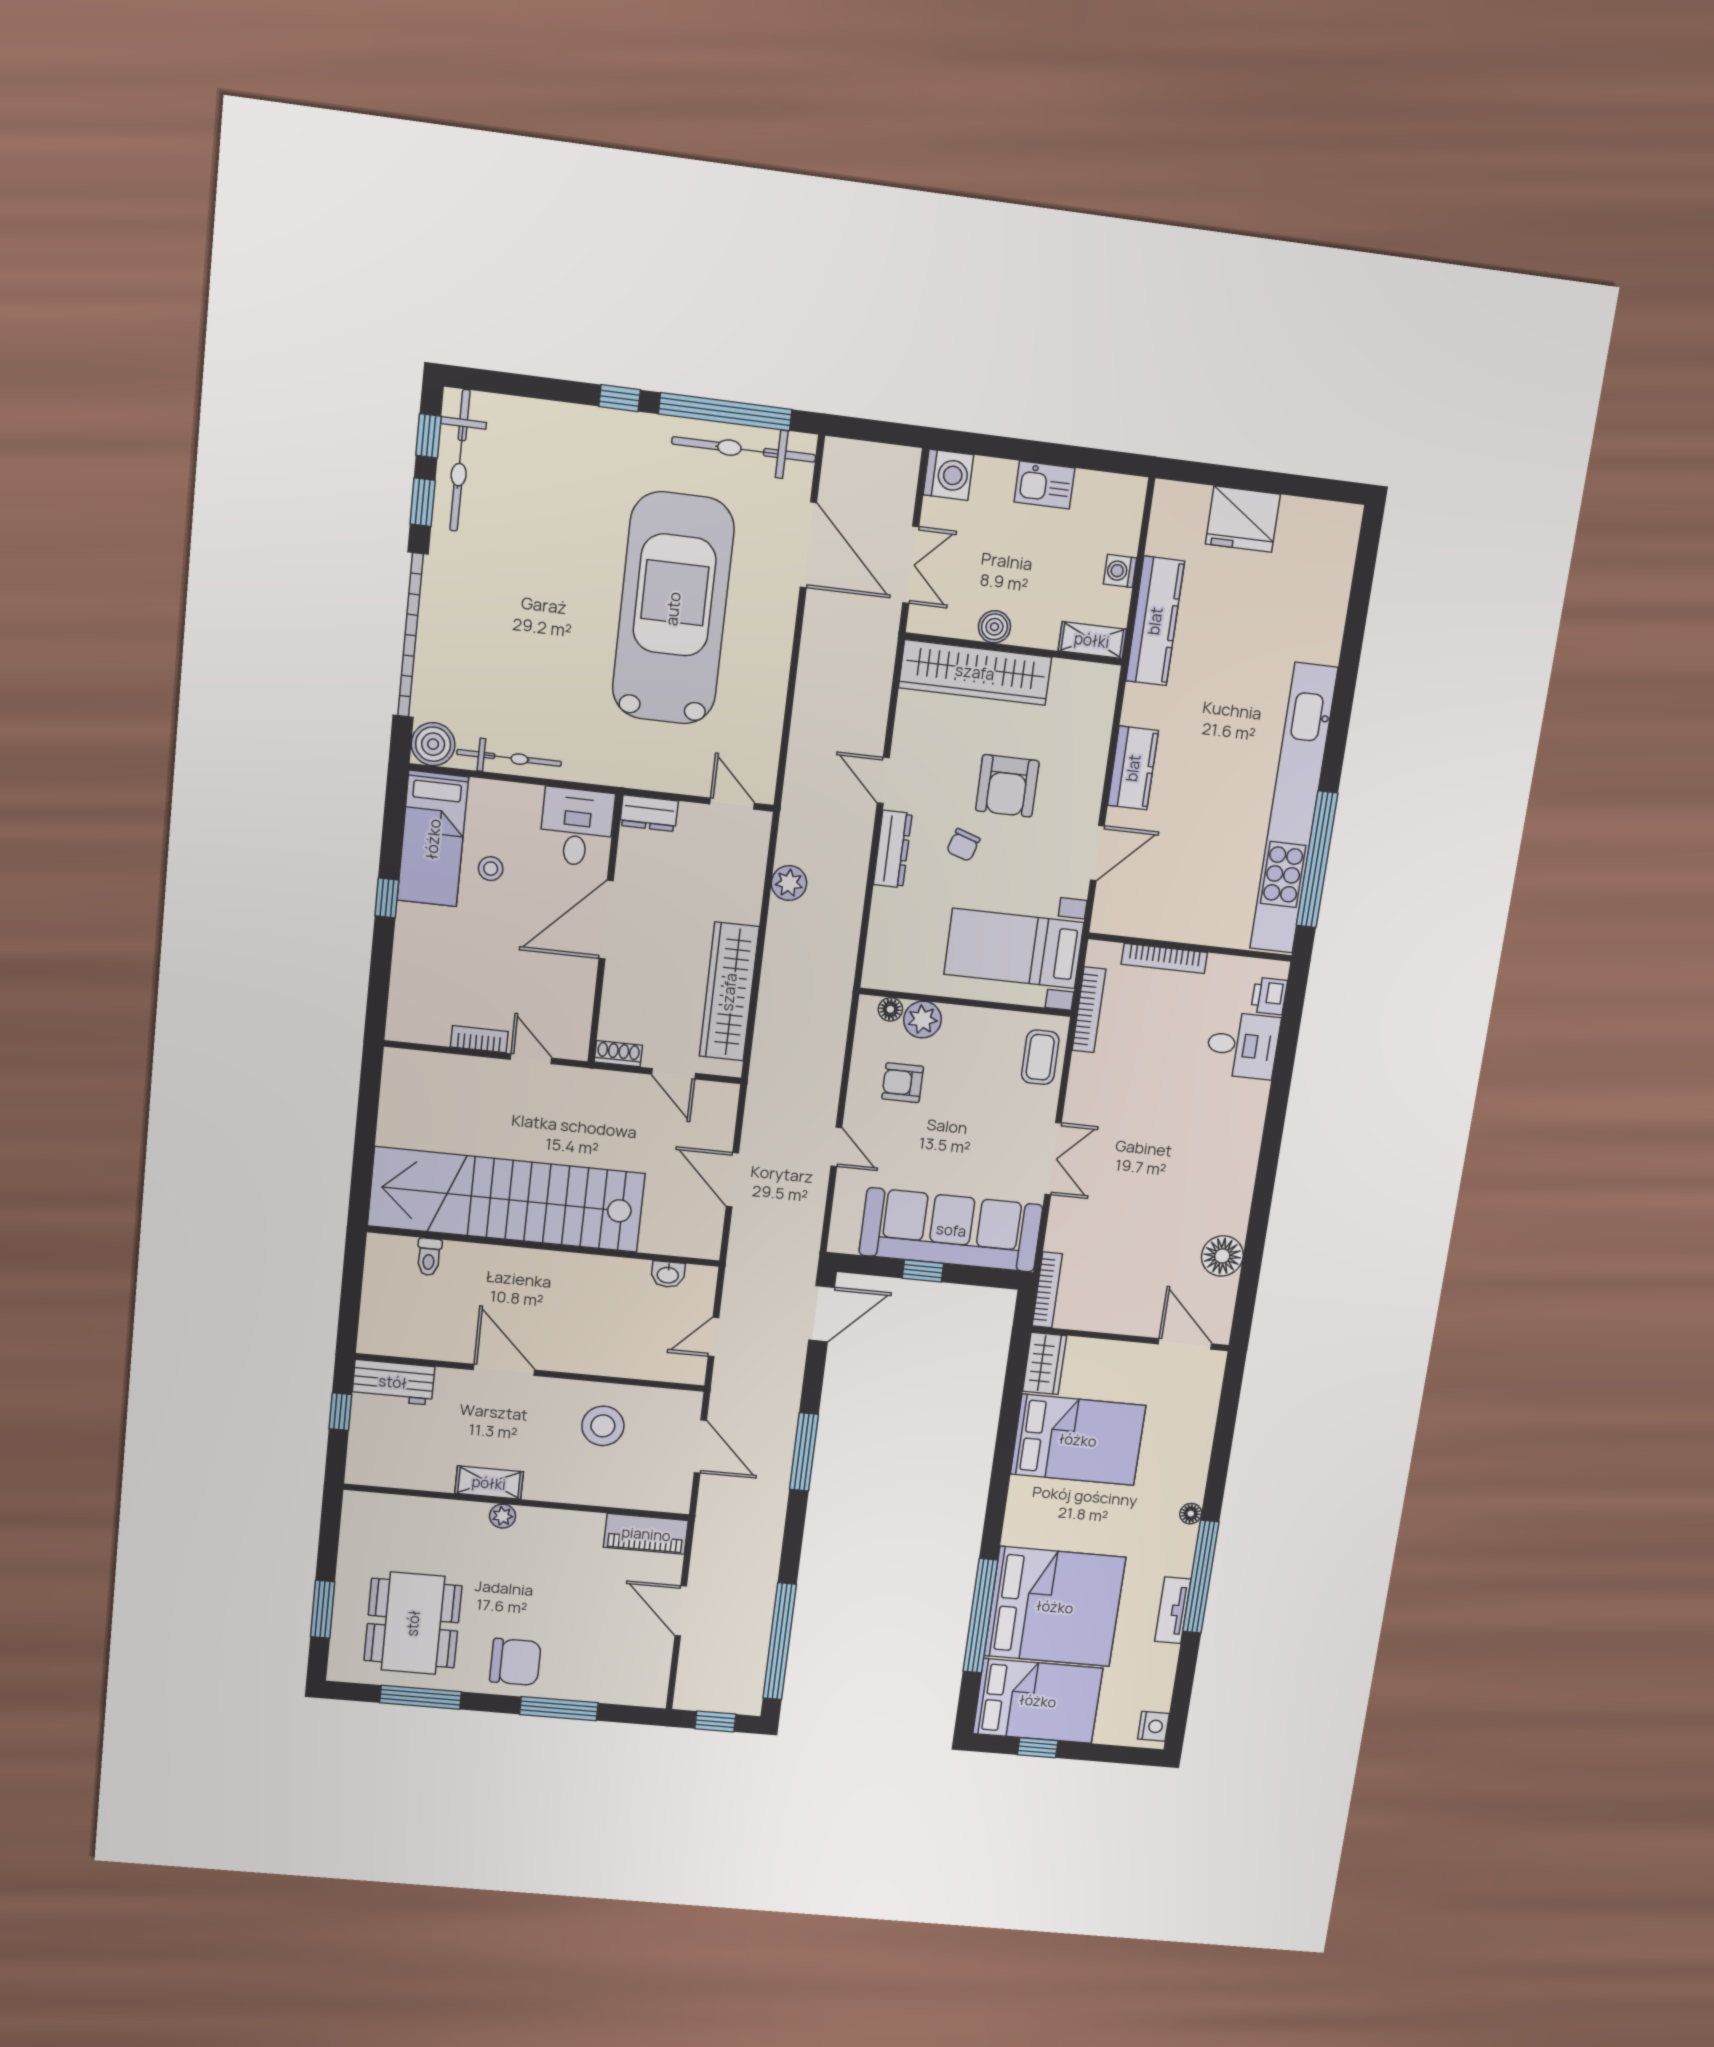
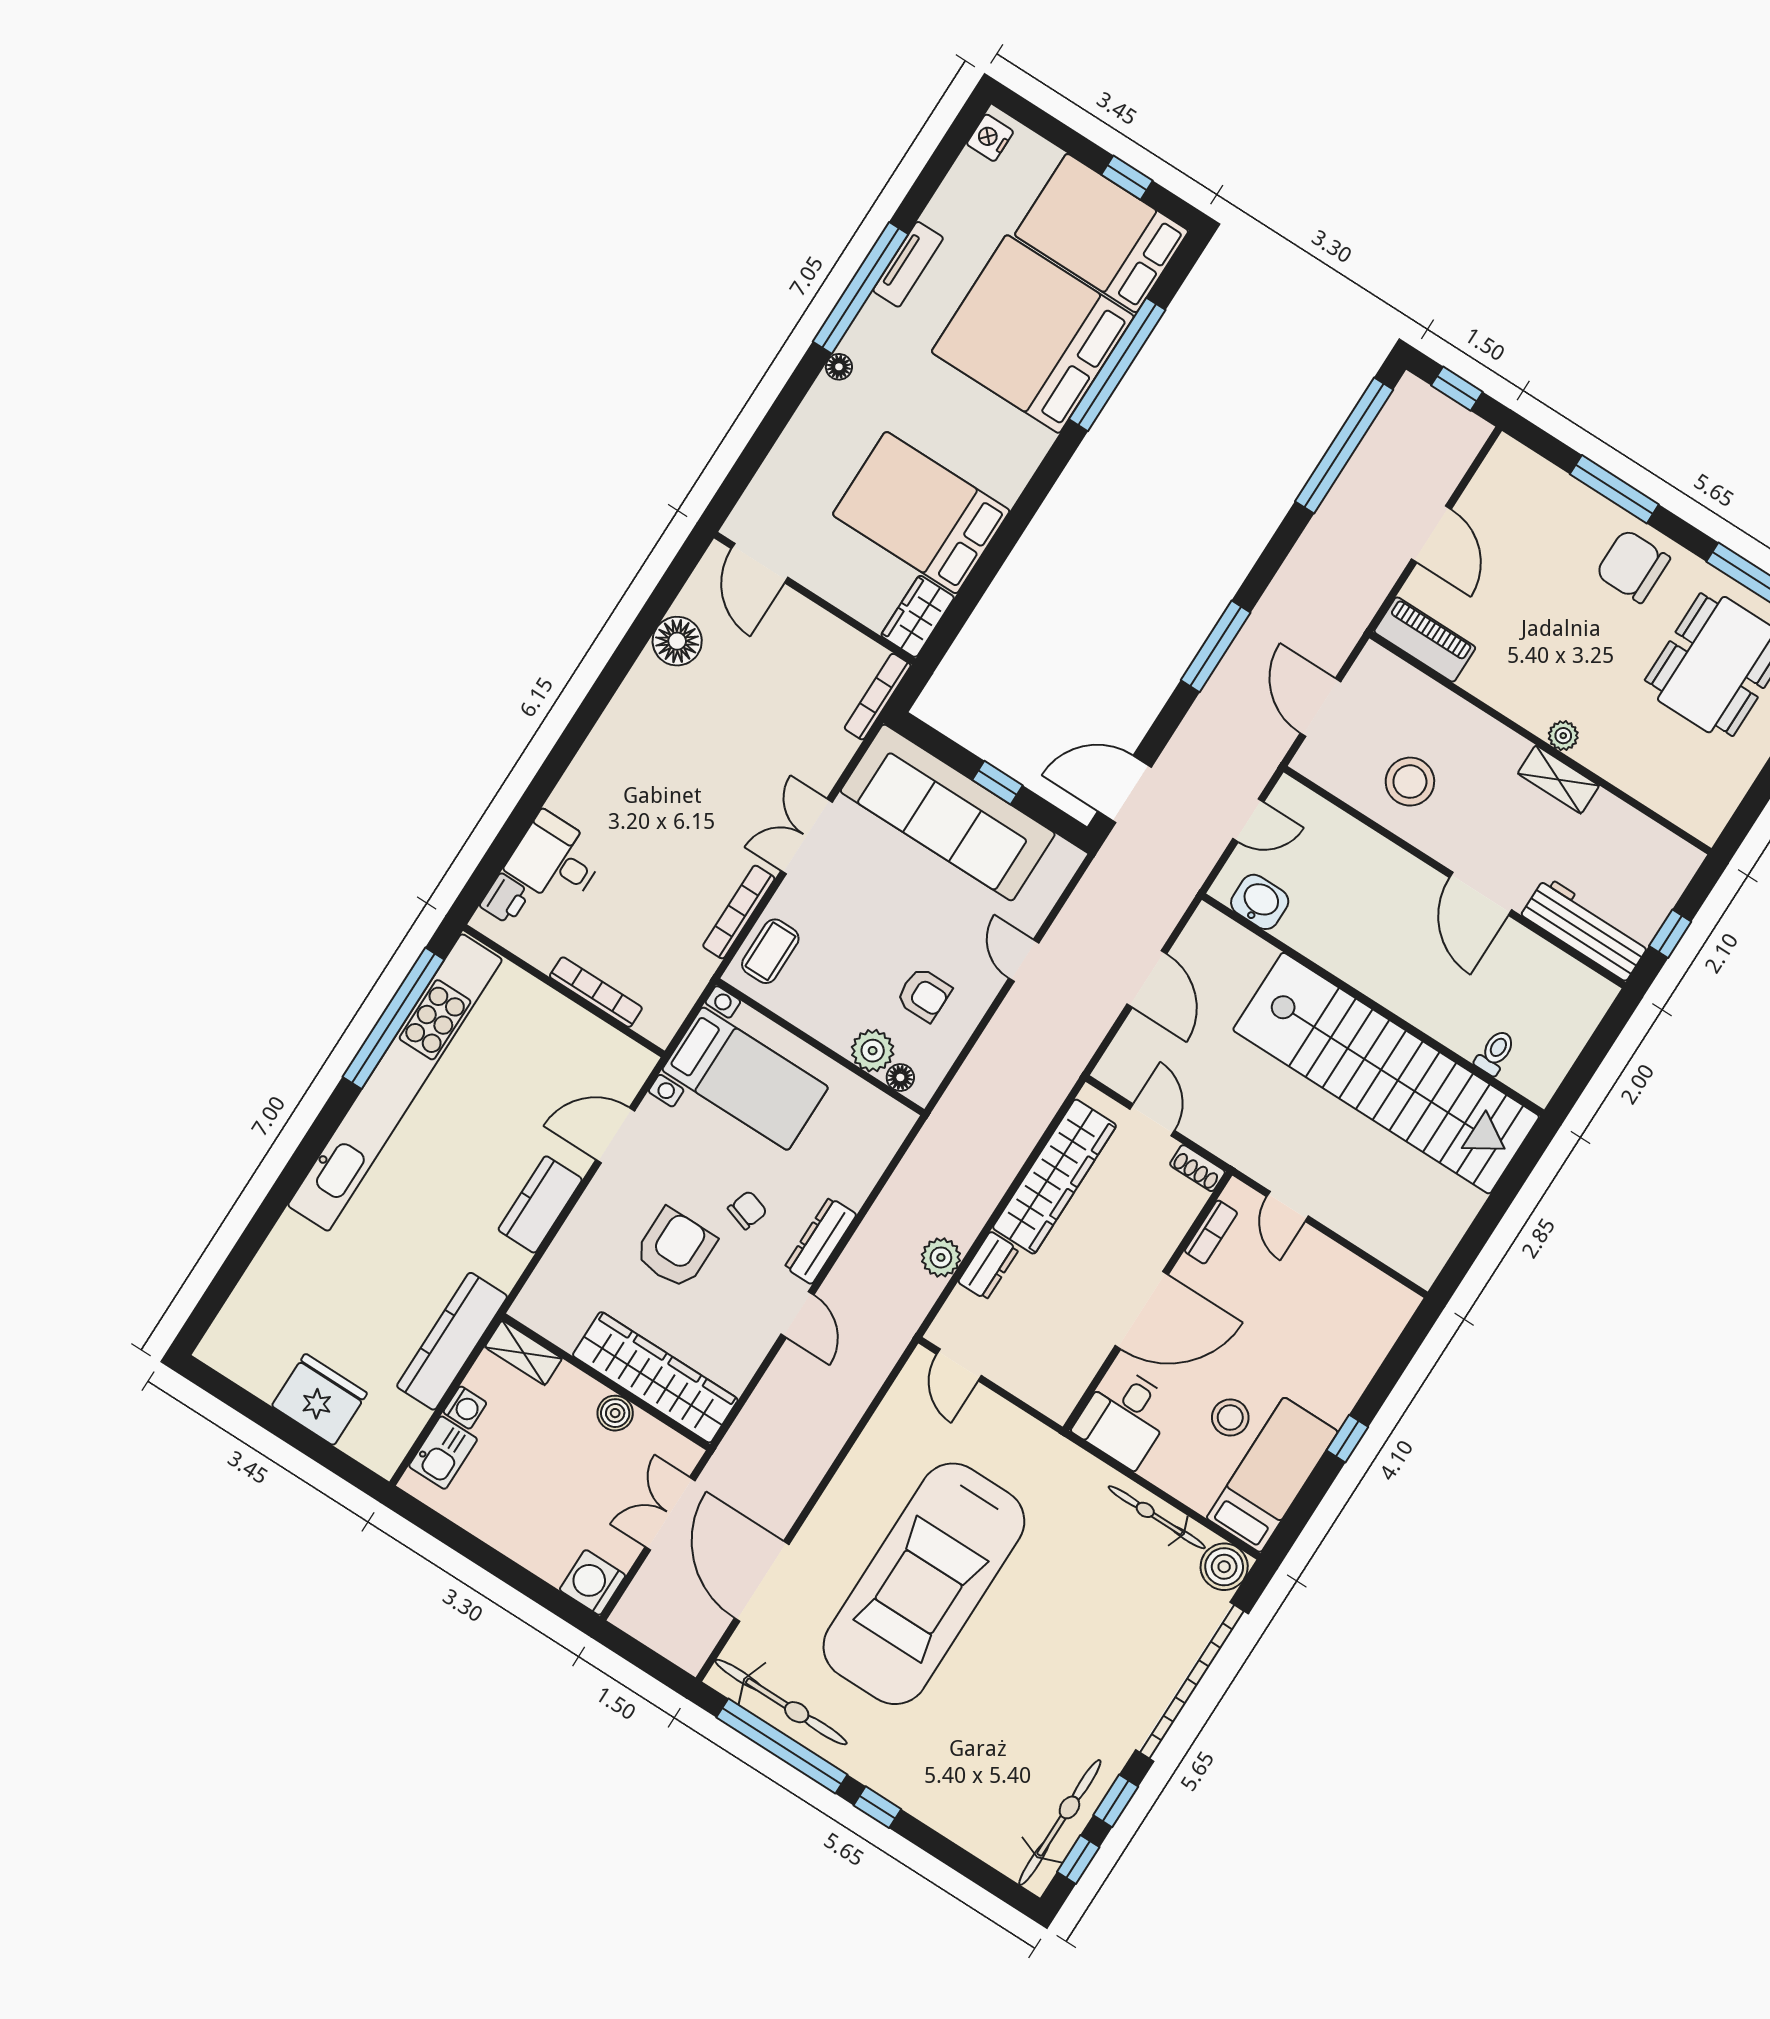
kitchen sink: (1044, 485) -> (443, 1453), moved, turned 90
dresser: (649, 813) -> (988, 1266), moved, turned 90
stool: (491, 869) -> (1230, 1418), width x1.37, depth x1.37
bookcase: (1089, 1010) -> (739, 912), moved
bookcase: (479, 1039) -> (1211, 1232), moved, turned -90
washbasin: (668, 1274) -> (1260, 902), width x1.38, depth x1.45
workbench: (393, 1382) -> (1586, 929), width x1.38

